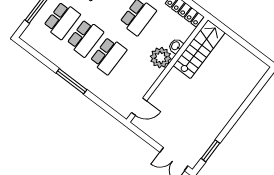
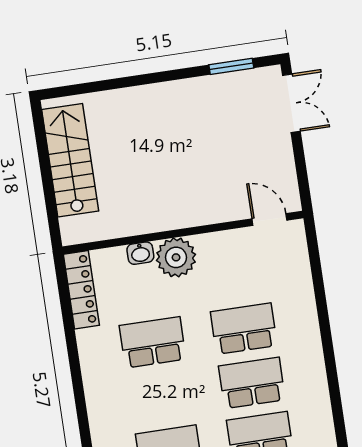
stairs: (199, 49) -> (70, 160), moved, turned 90
window: (71, 81) -> (327, 342), removed

